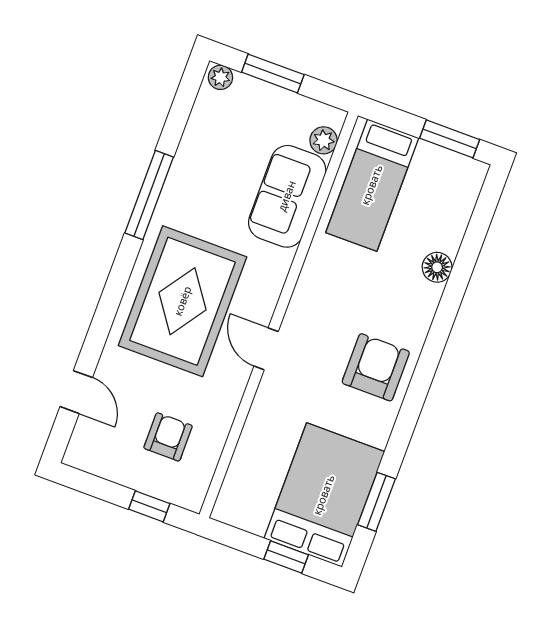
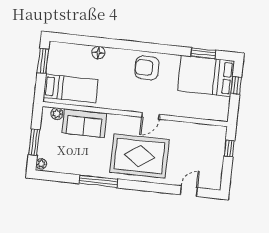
armchair: (168, 437) -> (198, 148), removed

